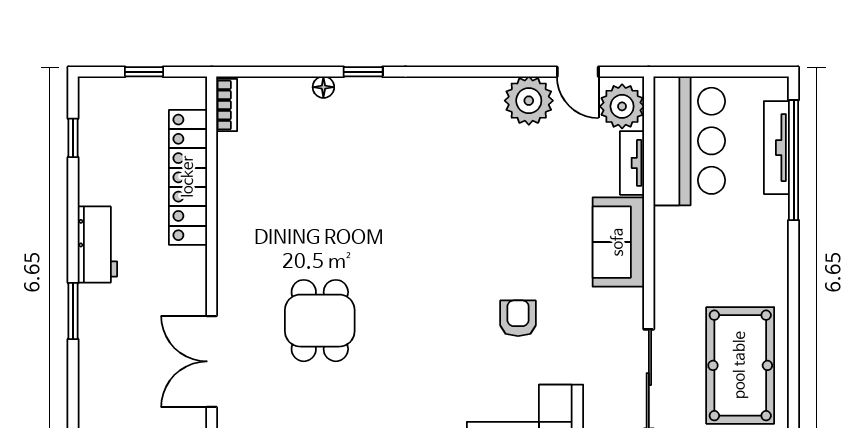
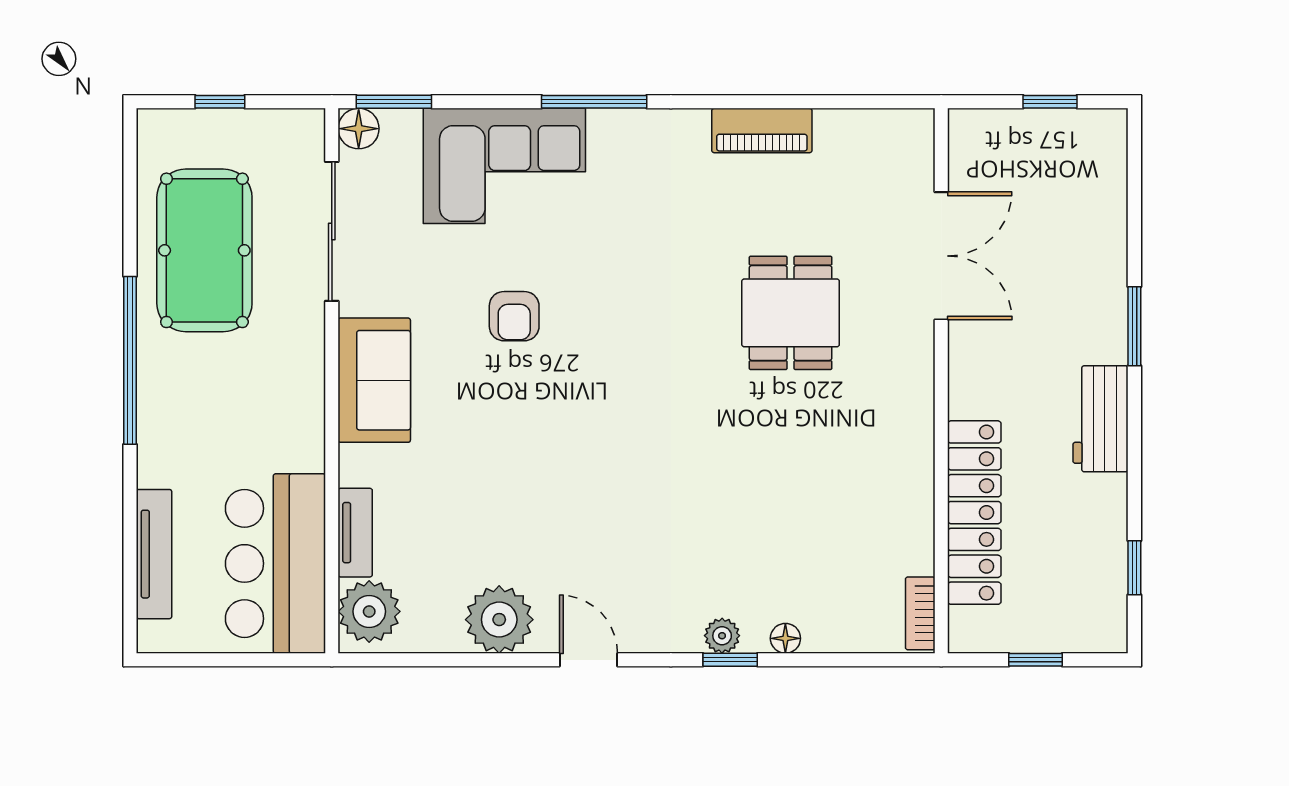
door: (578, 72) -> (589, 660), moved
plant: (369, 89) -> (722, 636), added
window: (794, 160) -> (130, 360), moved
sofa: (618, 242) -> (374, 380), moved

